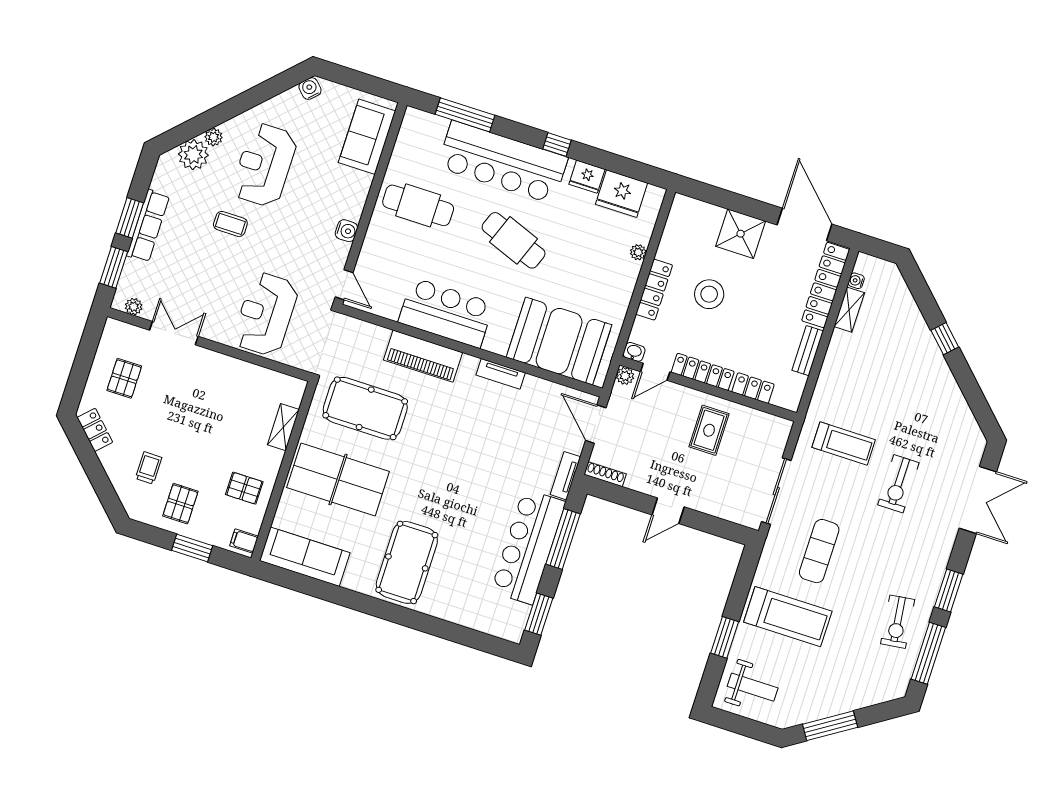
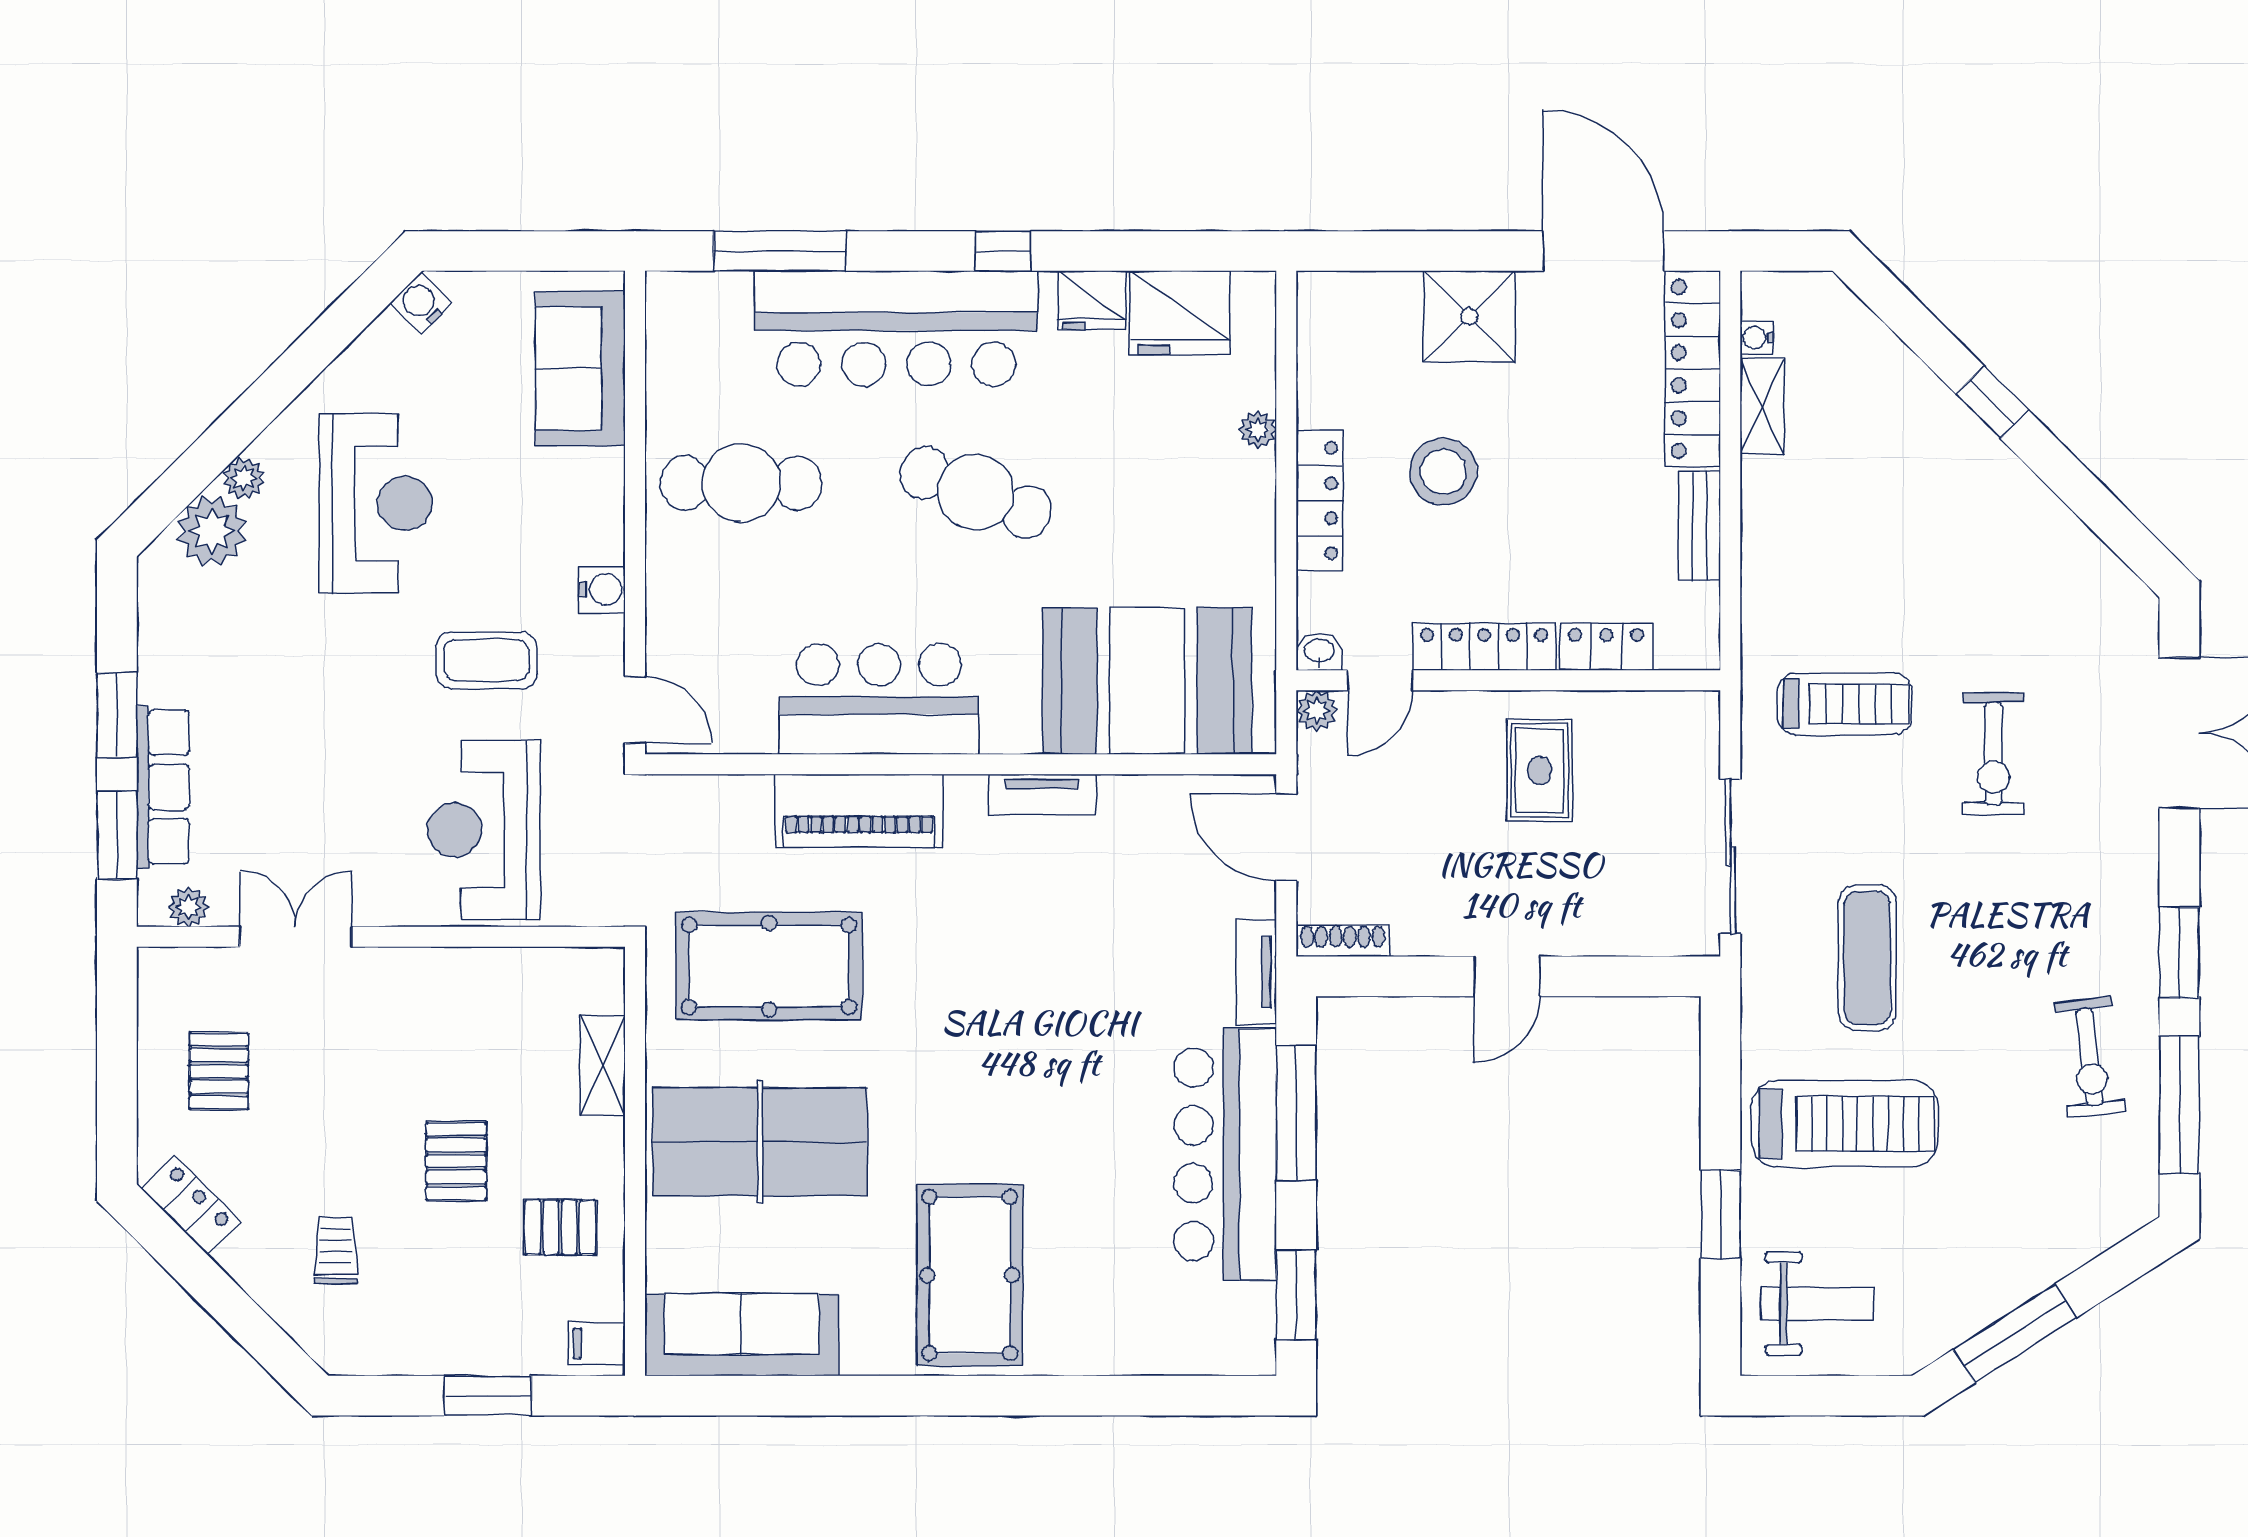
reception desk: (264, 165) -> (375, 503), turned 180
coffee table: (230, 224) -> (486, 660), moved, width x1.36, depth x1.30
row of seats: (148, 226) -> (163, 787), moved
pallet: (180, 504) -> (456, 1161), moved

